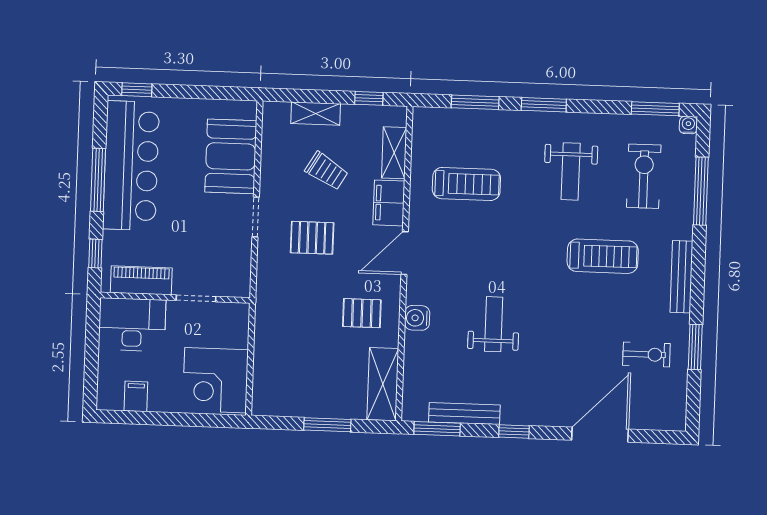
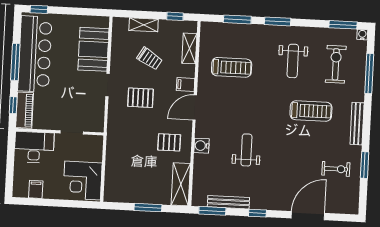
filing cabinet: (389, 203) -> (186, 85), width x0.50
piano: (141, 280) -> (25, 110), moved, turned 90

